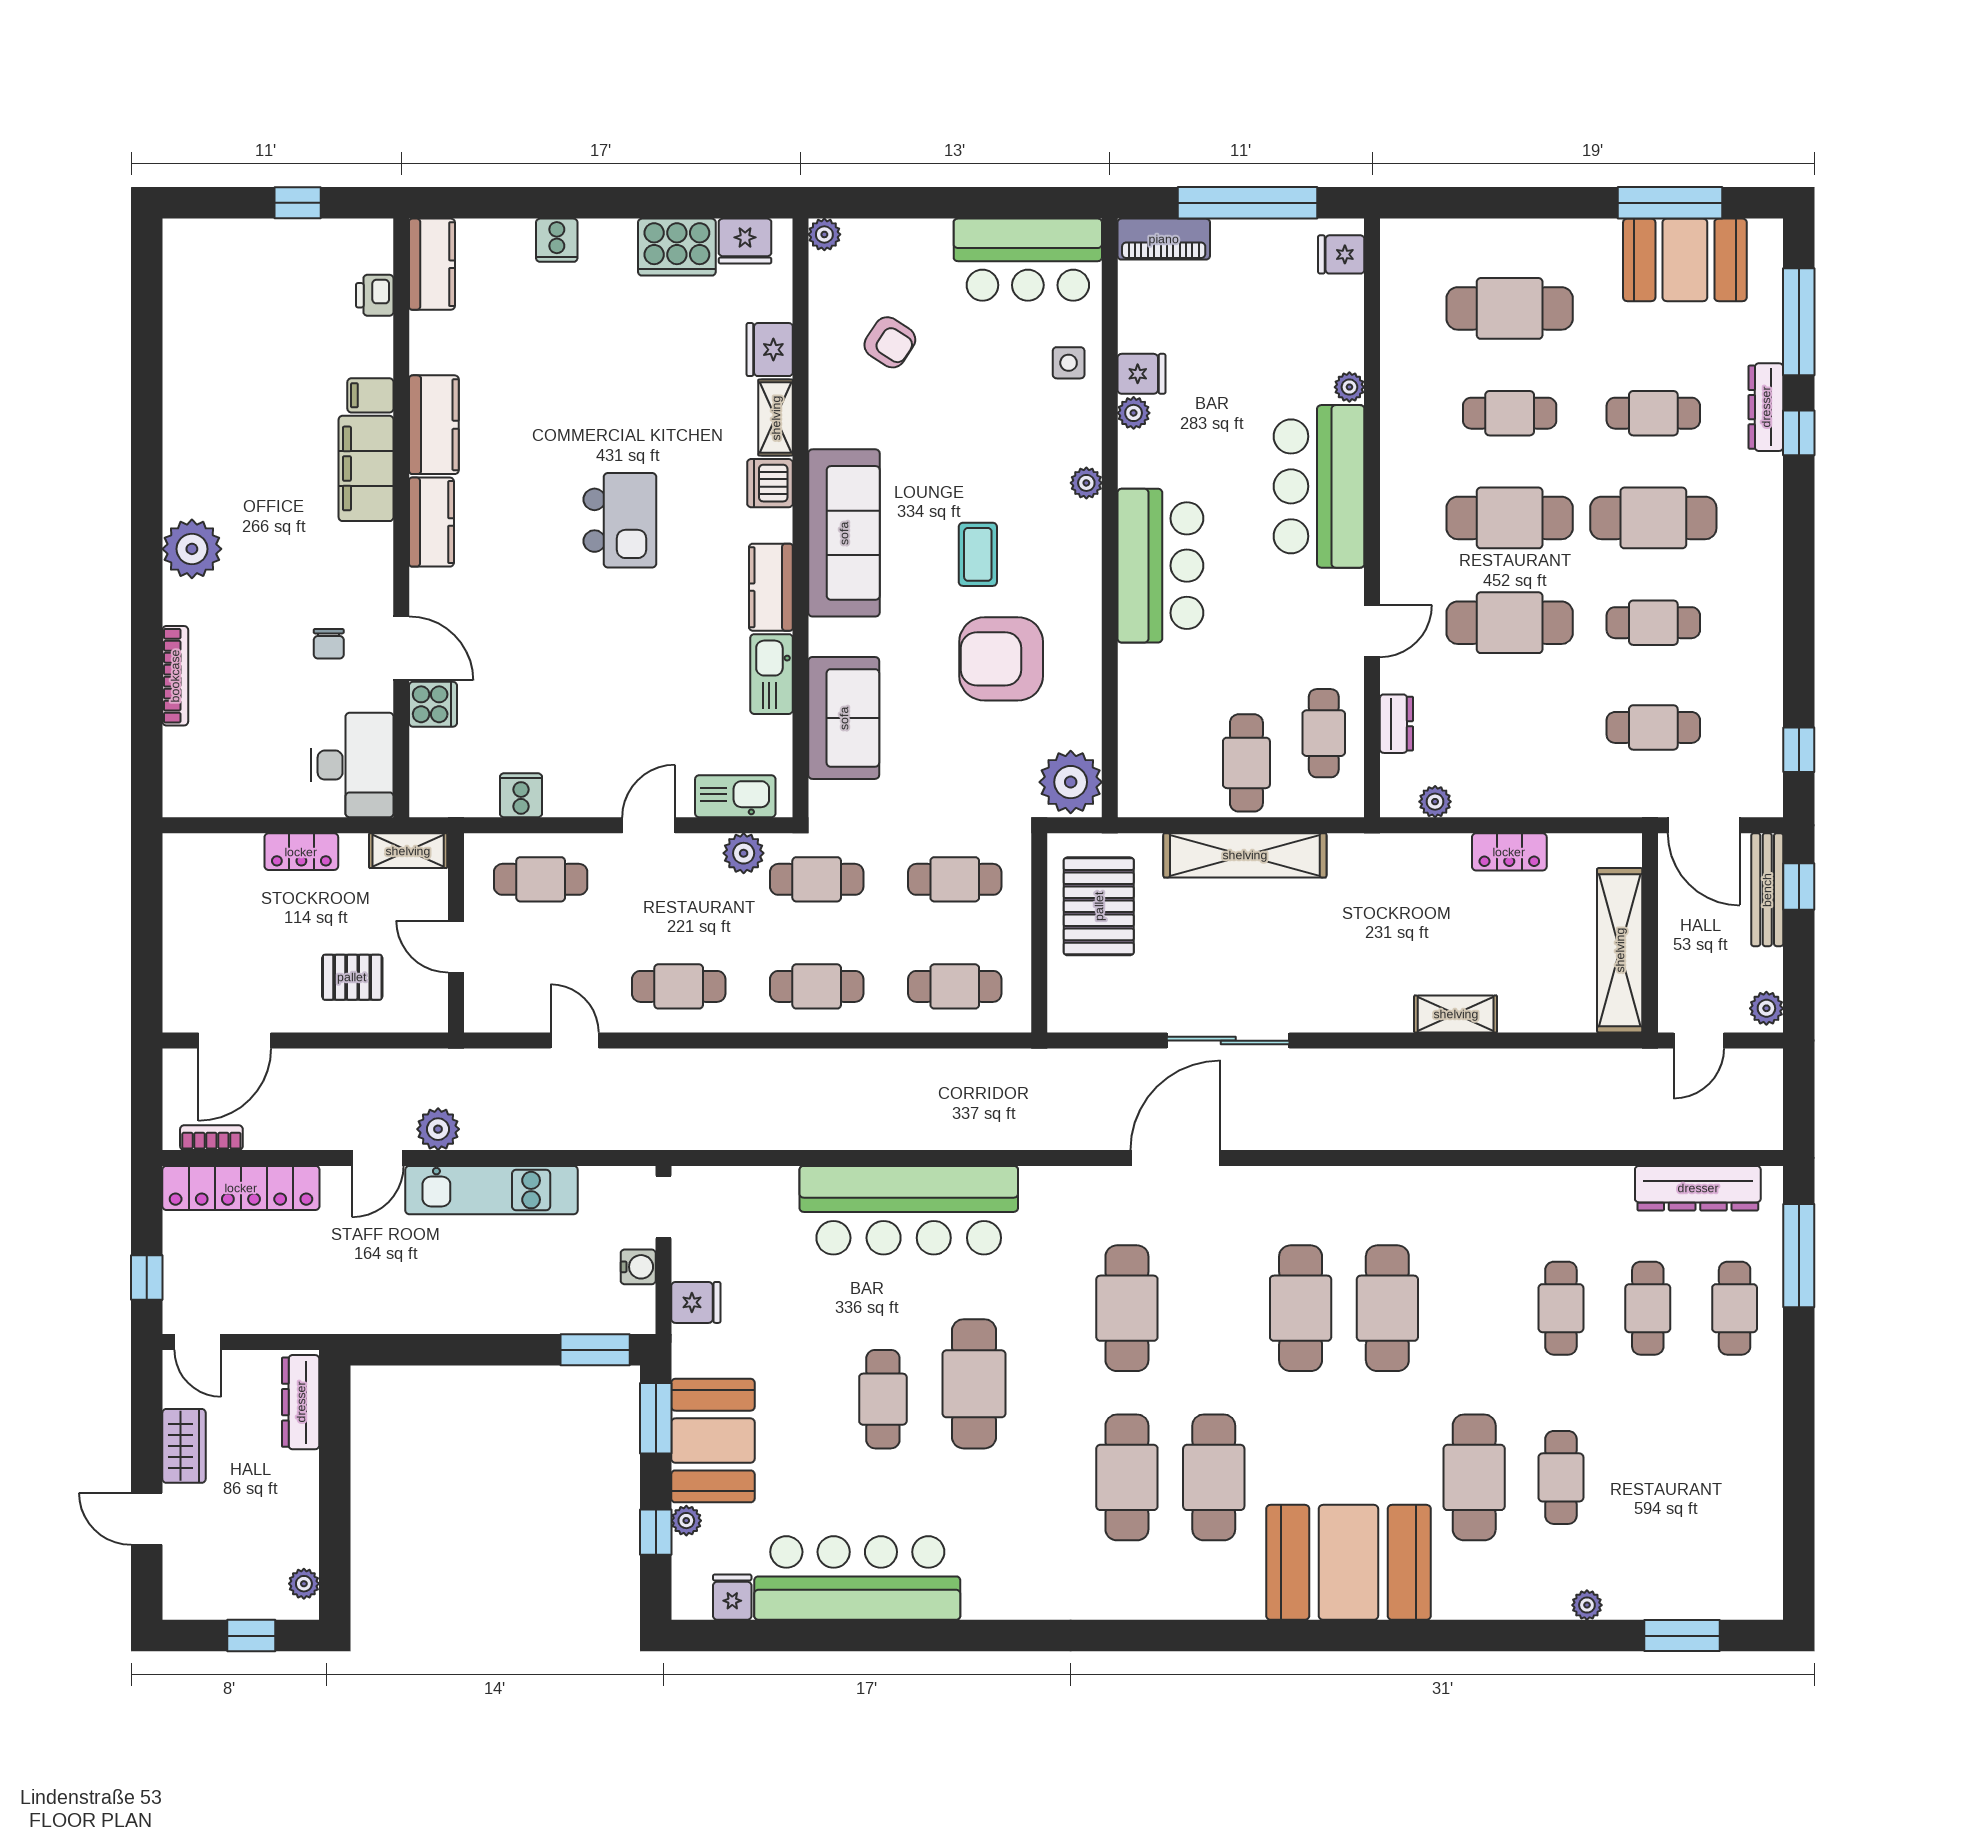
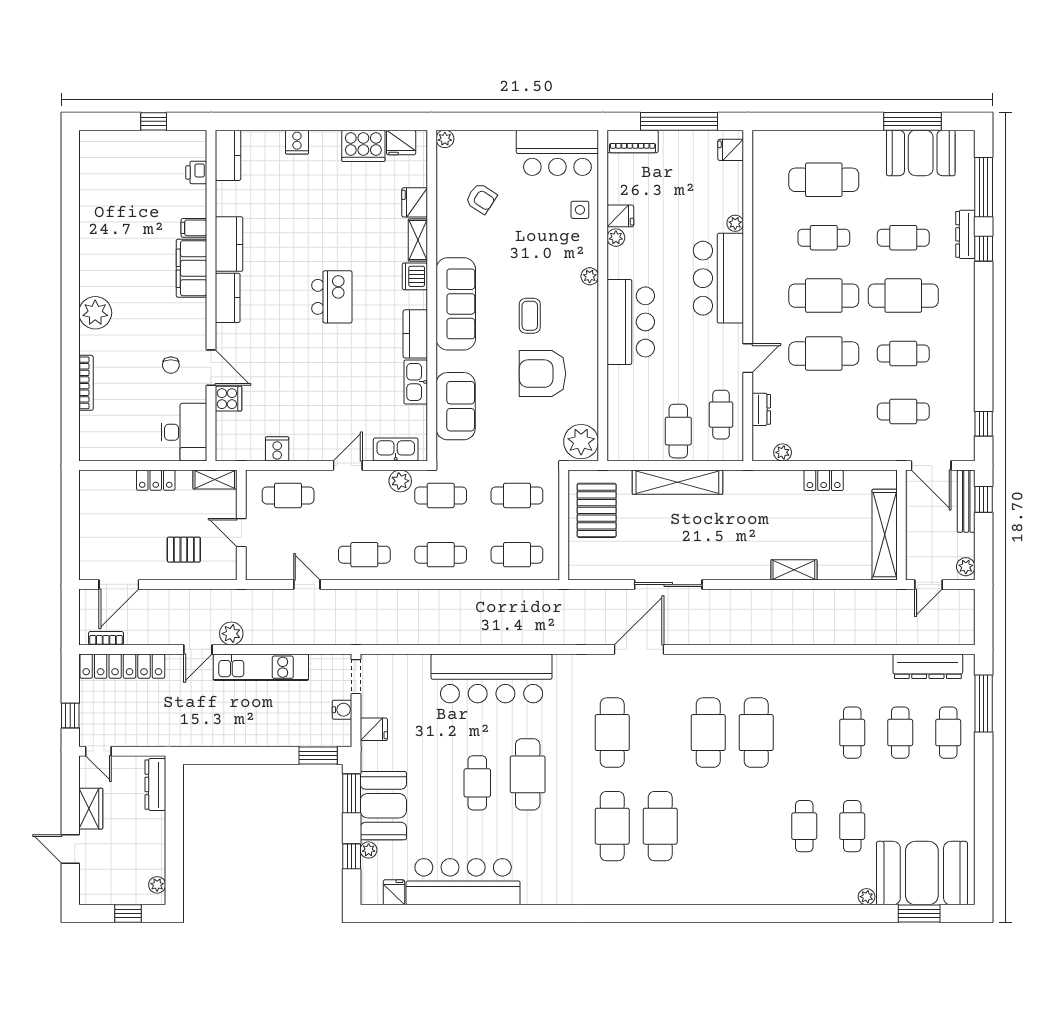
cafe table: (1474, 1477) -> (804, 826), width x0.73, depth x0.74
booth: (1348, 1562) -> (922, 873), moved

